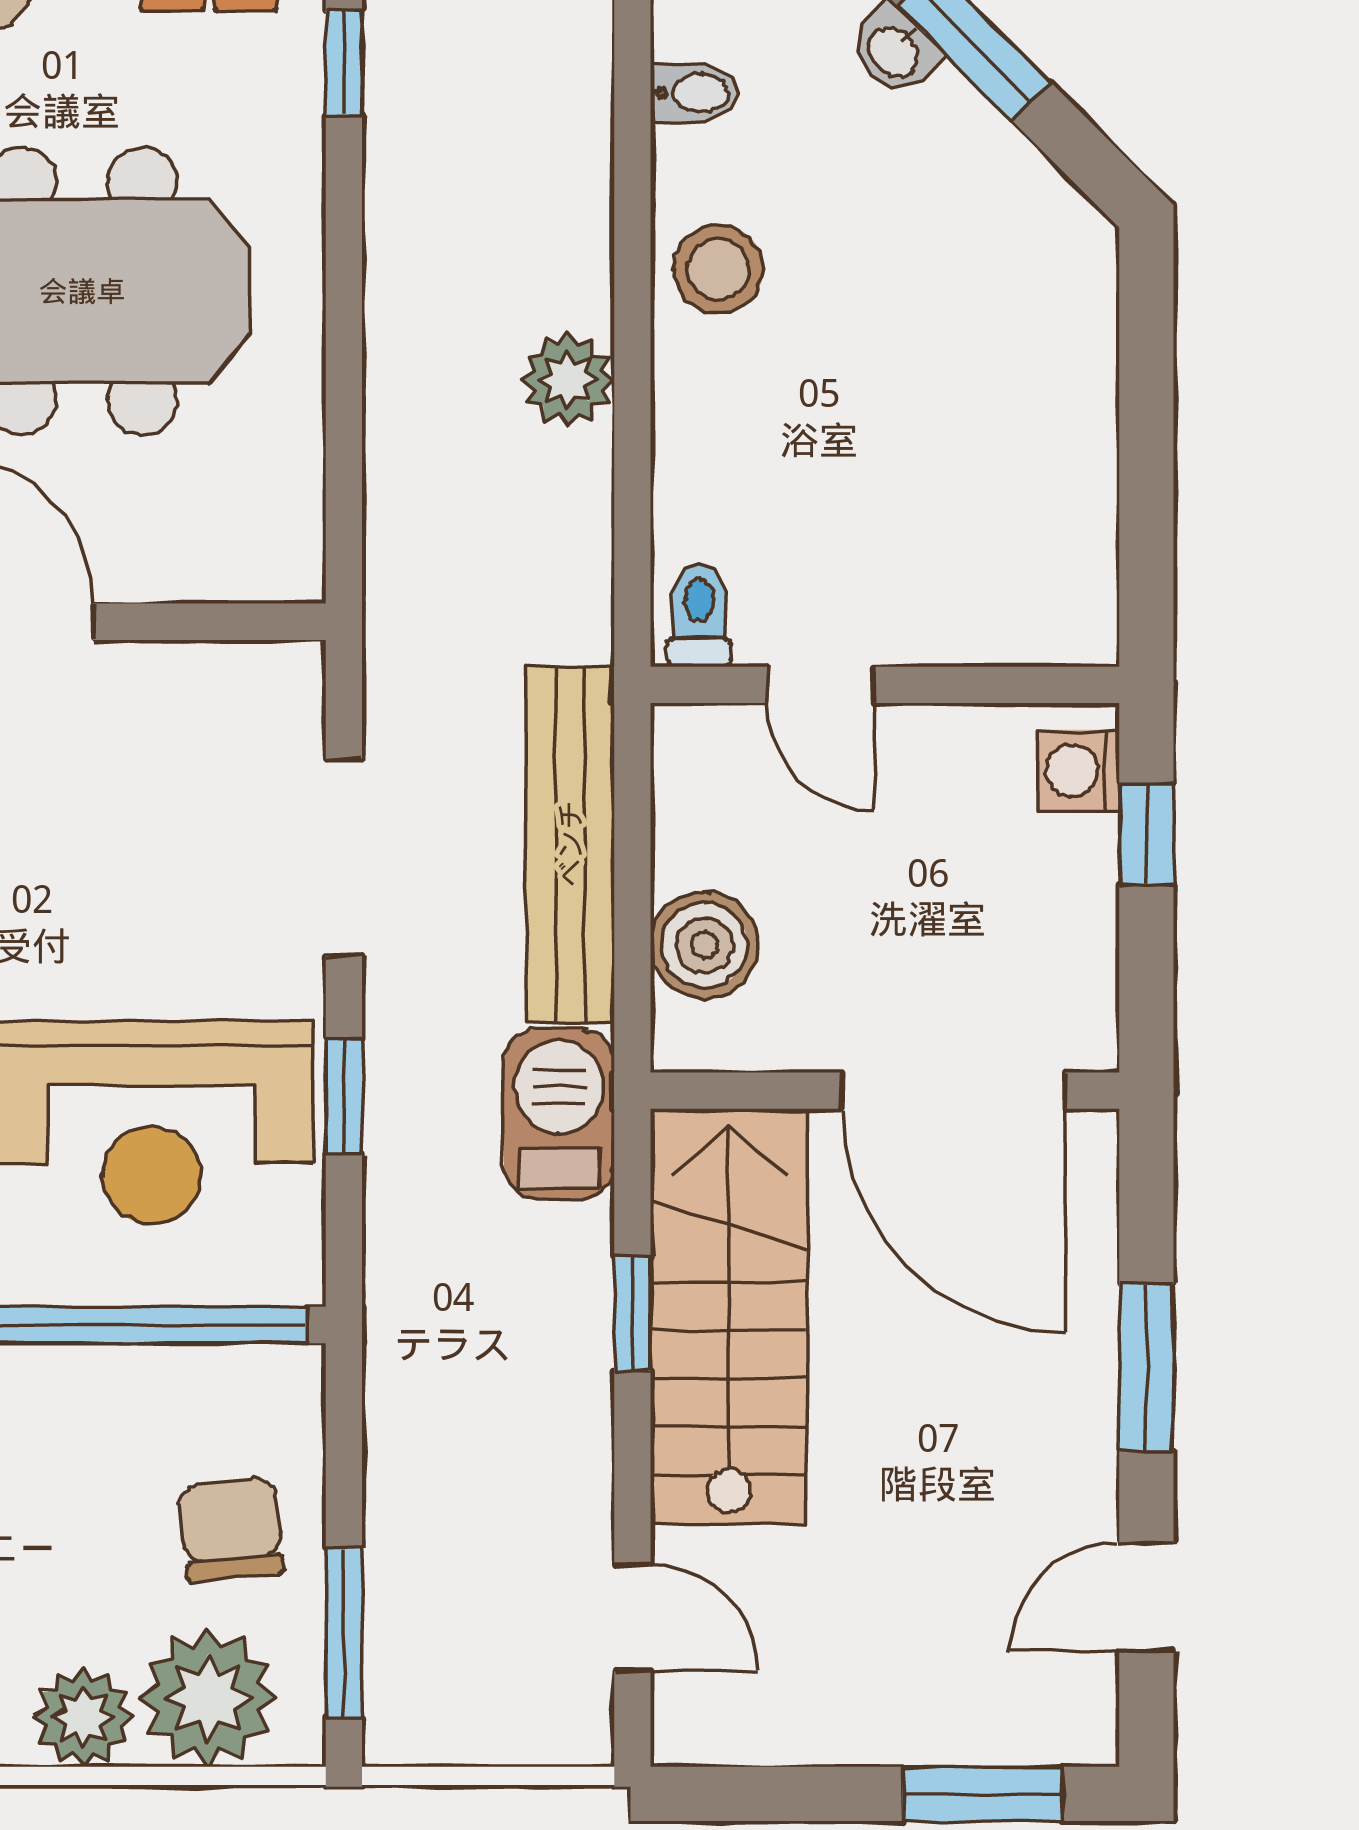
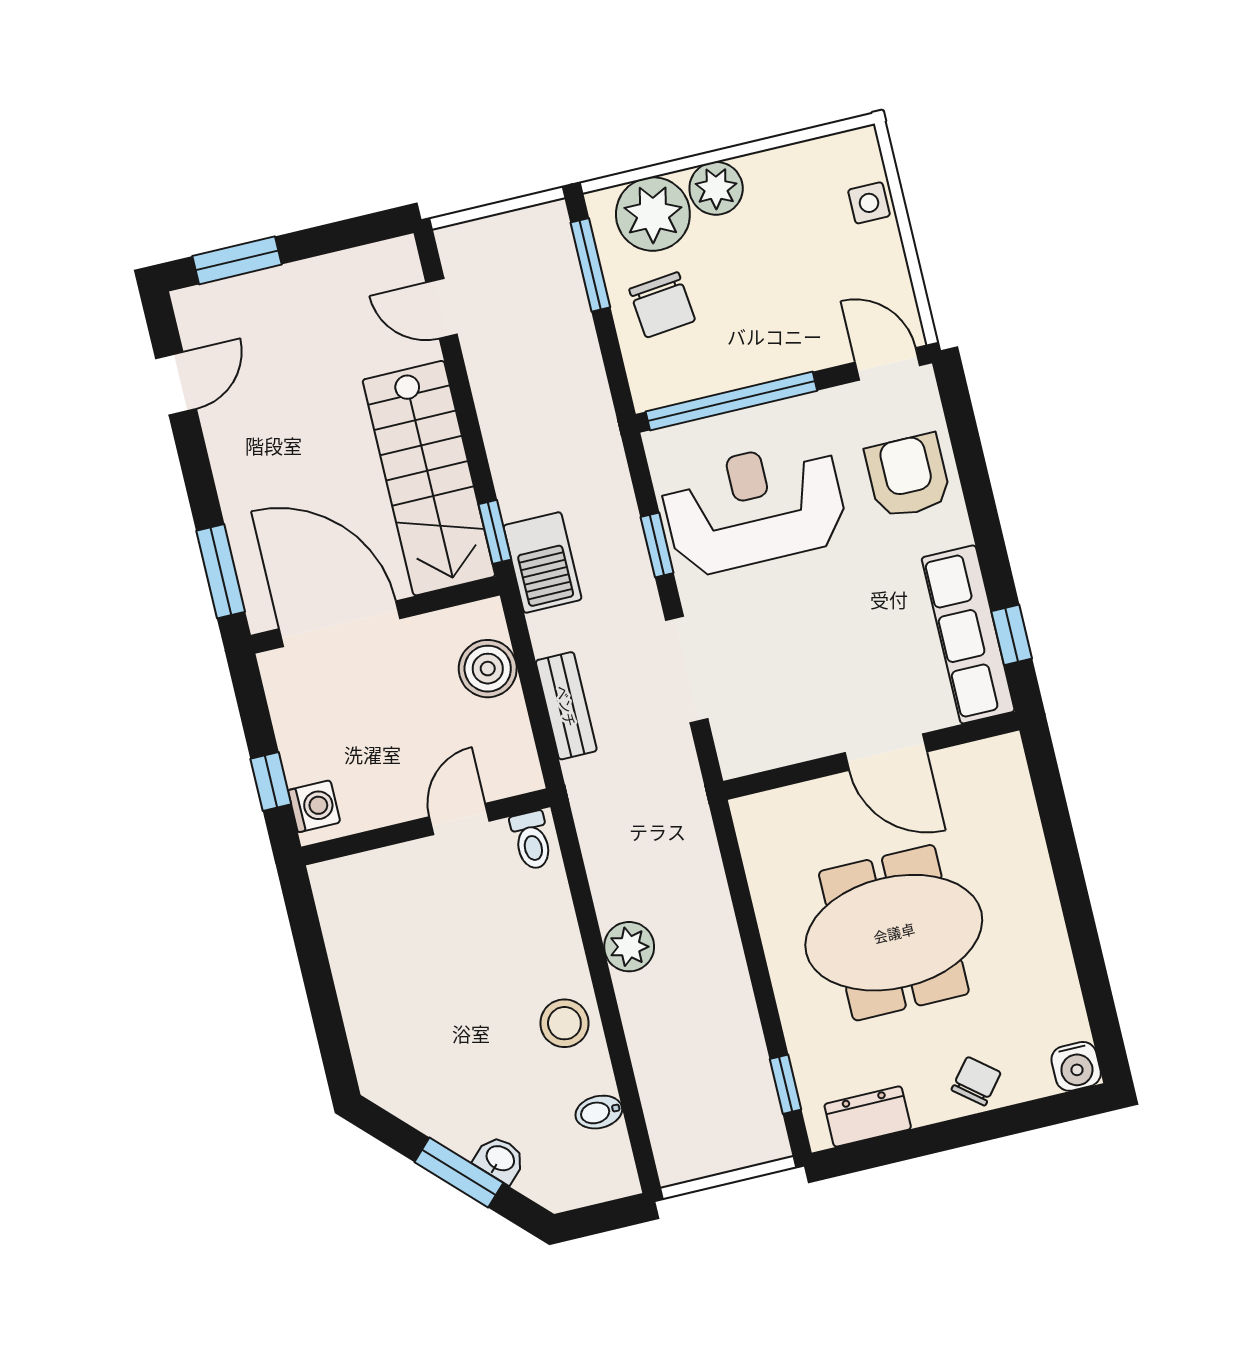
door: (821, 685) -> (459, 819), hinge flipped
bench: (570, 844) -> (566, 706), width x0.54, depth x0.82
window: (632, 1314) -> (495, 532), moved
window: (1146, 1367) -> (221, 571), moved

